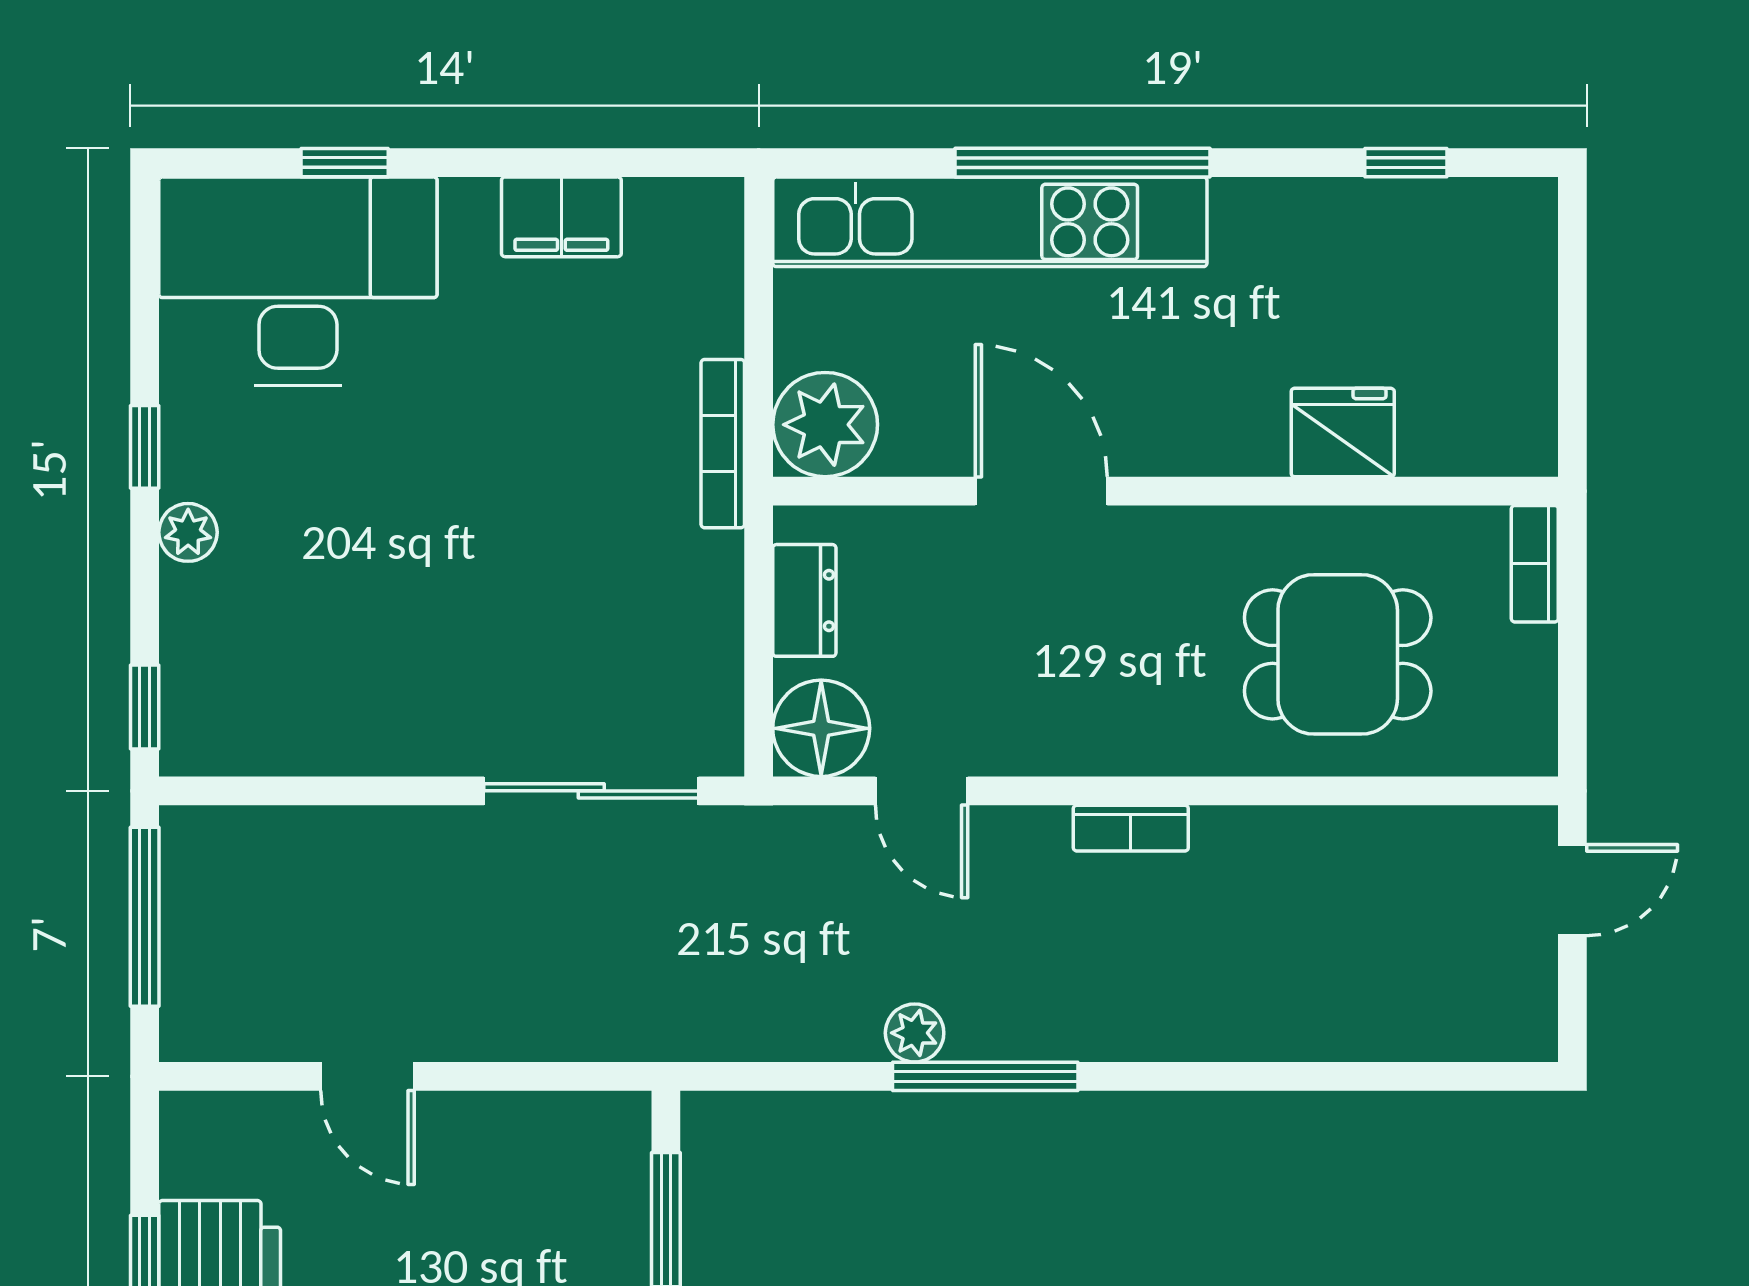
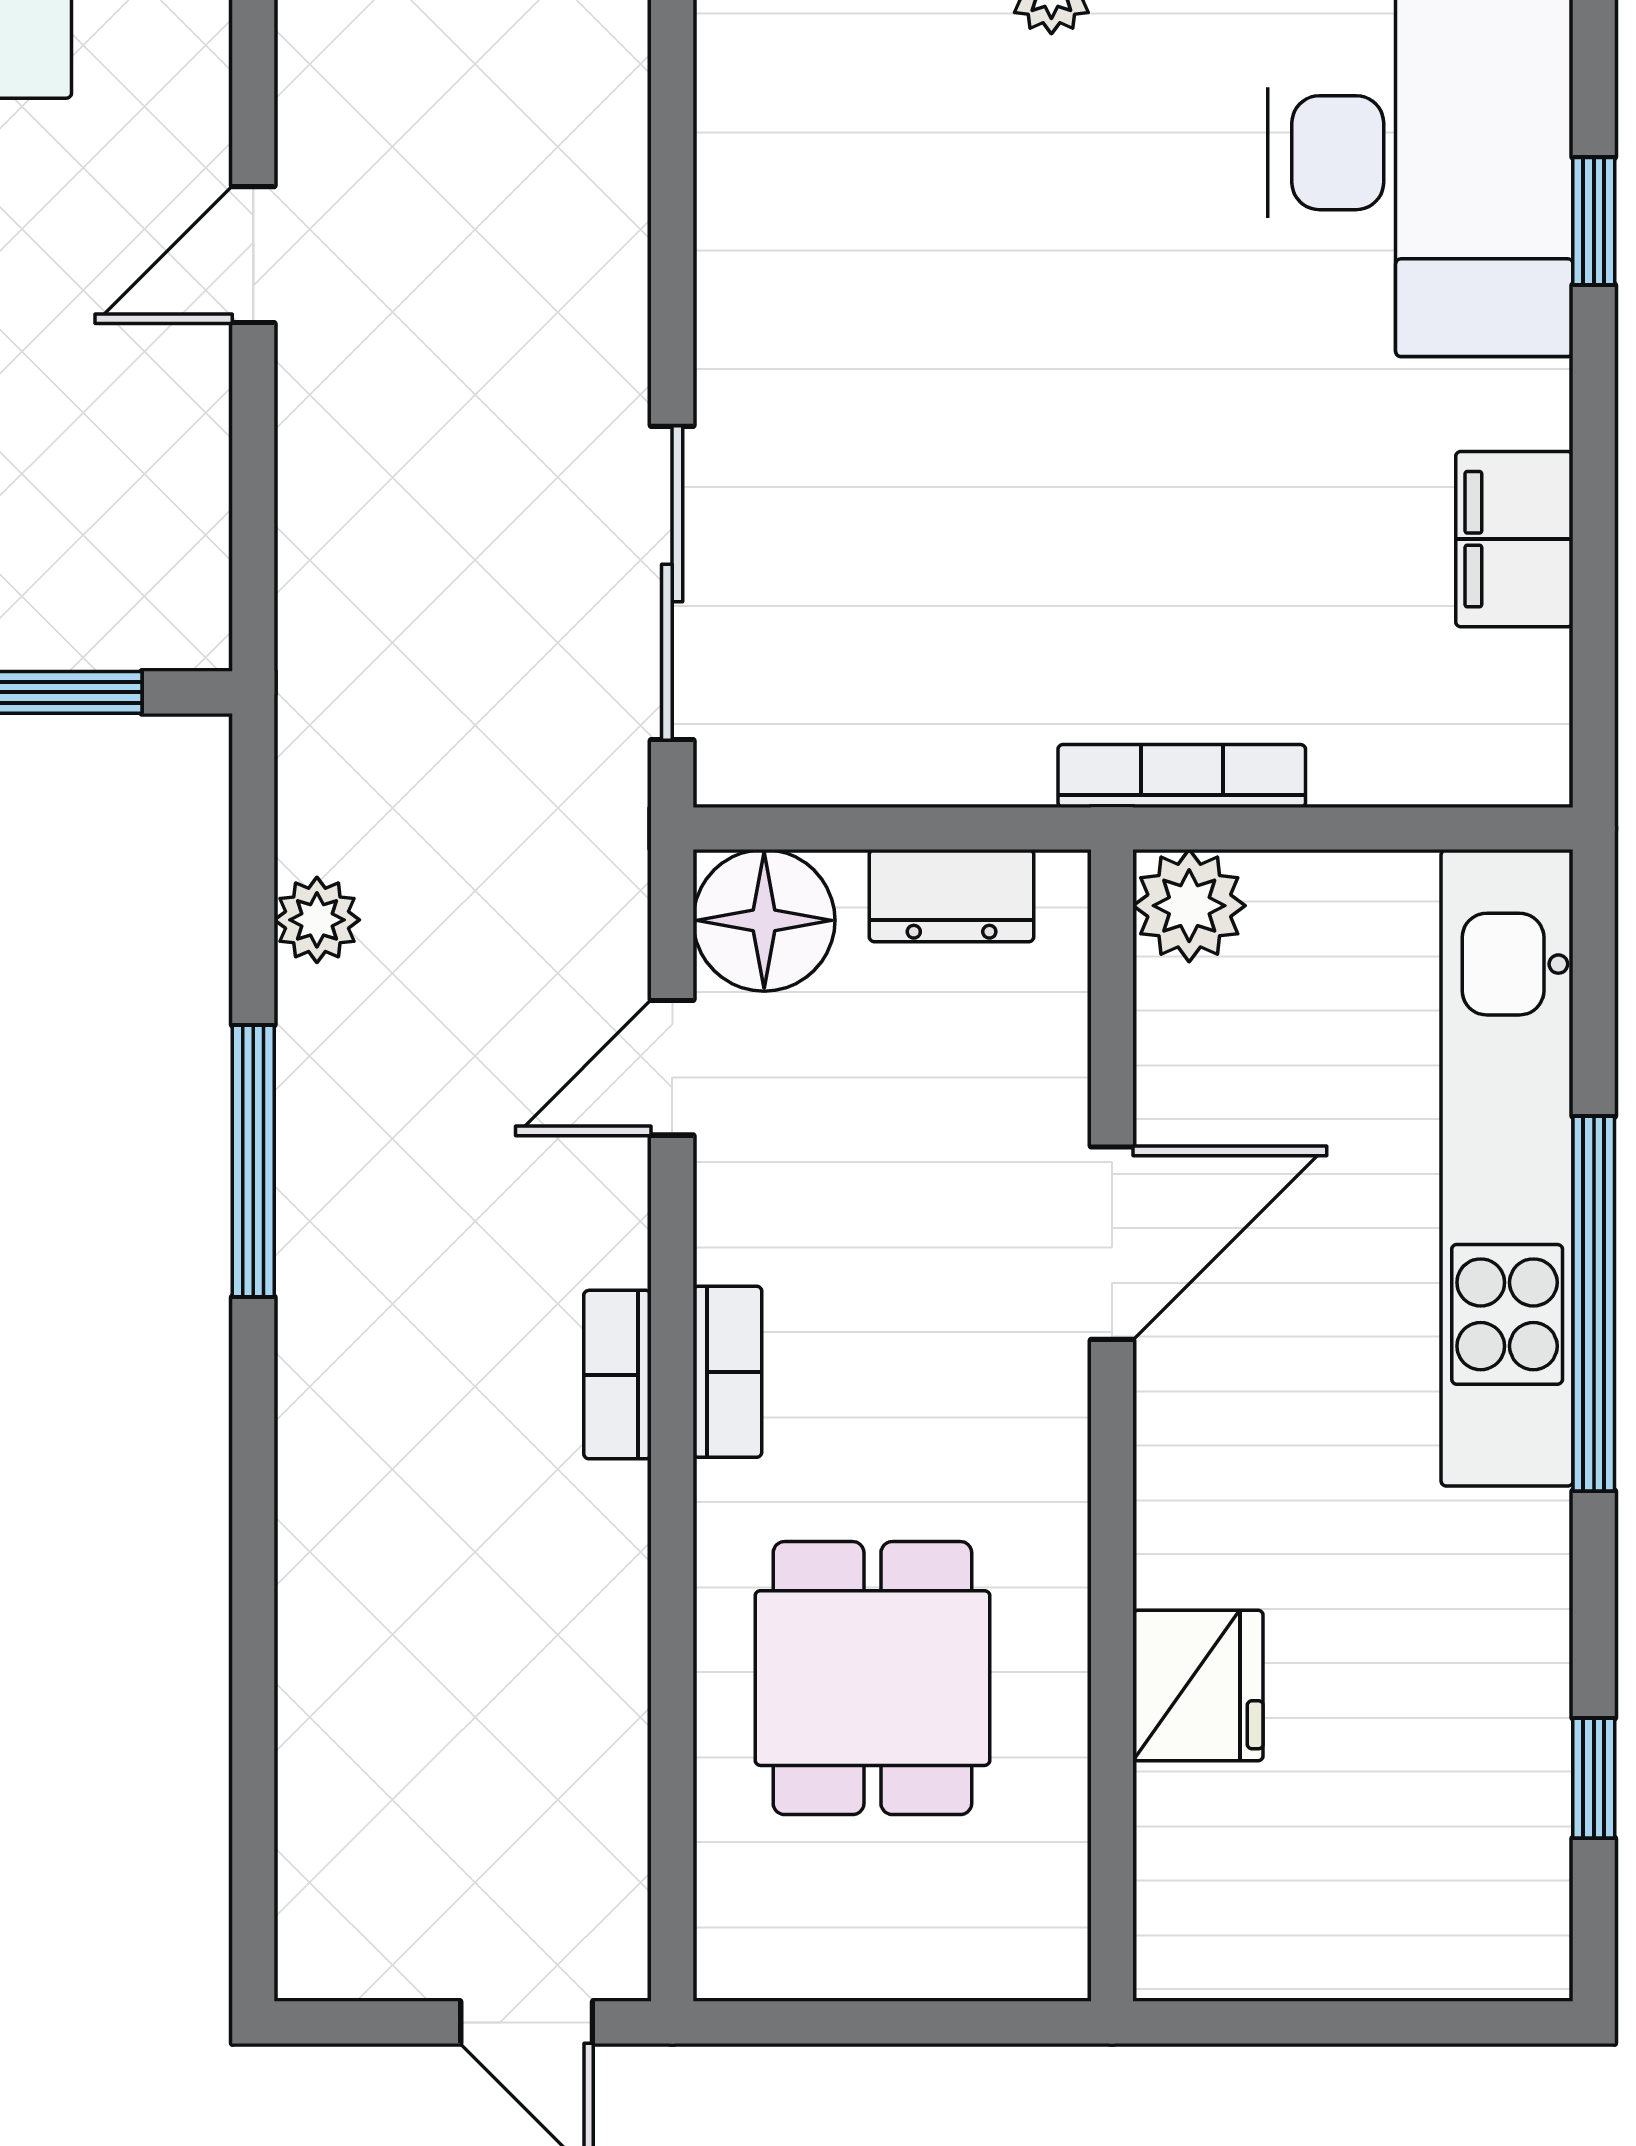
plant: (825, 425) -> (1189, 906), width x0.73, depth x0.73
bookcase: (1535, 564) -> (727, 1372), moved, turned 90
plant: (915, 1033) -> (317, 920), moved

